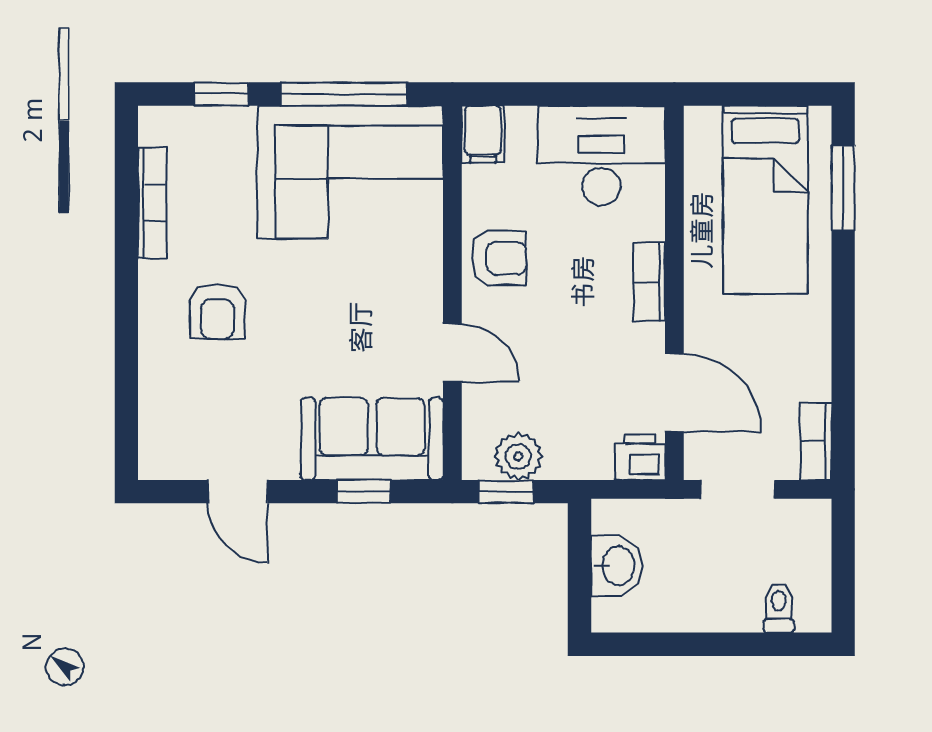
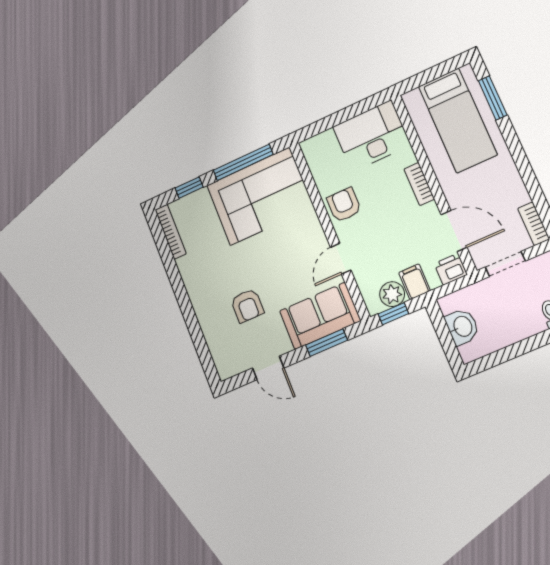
filing cabinet: (483, 134) -> (414, 282), moved, turned 180
bookcase: (152, 203) -> (171, 232), moved
armchair: (499, 258) -> (344, 205), turned -90
armchair: (217, 311) -> (247, 306), moved
door: (452, 353) -> (341, 259), swing flipped
window: (364, 492) -> (327, 343), width x1.50

